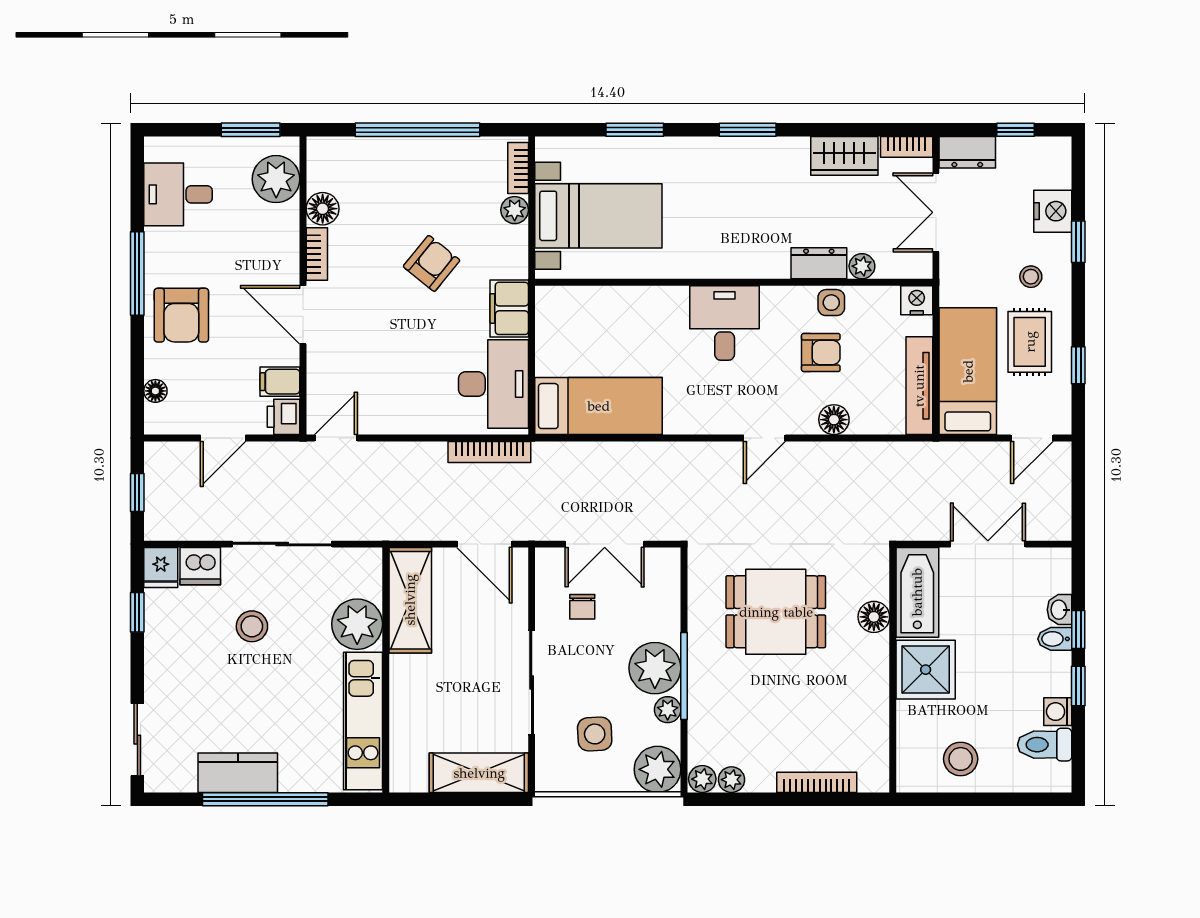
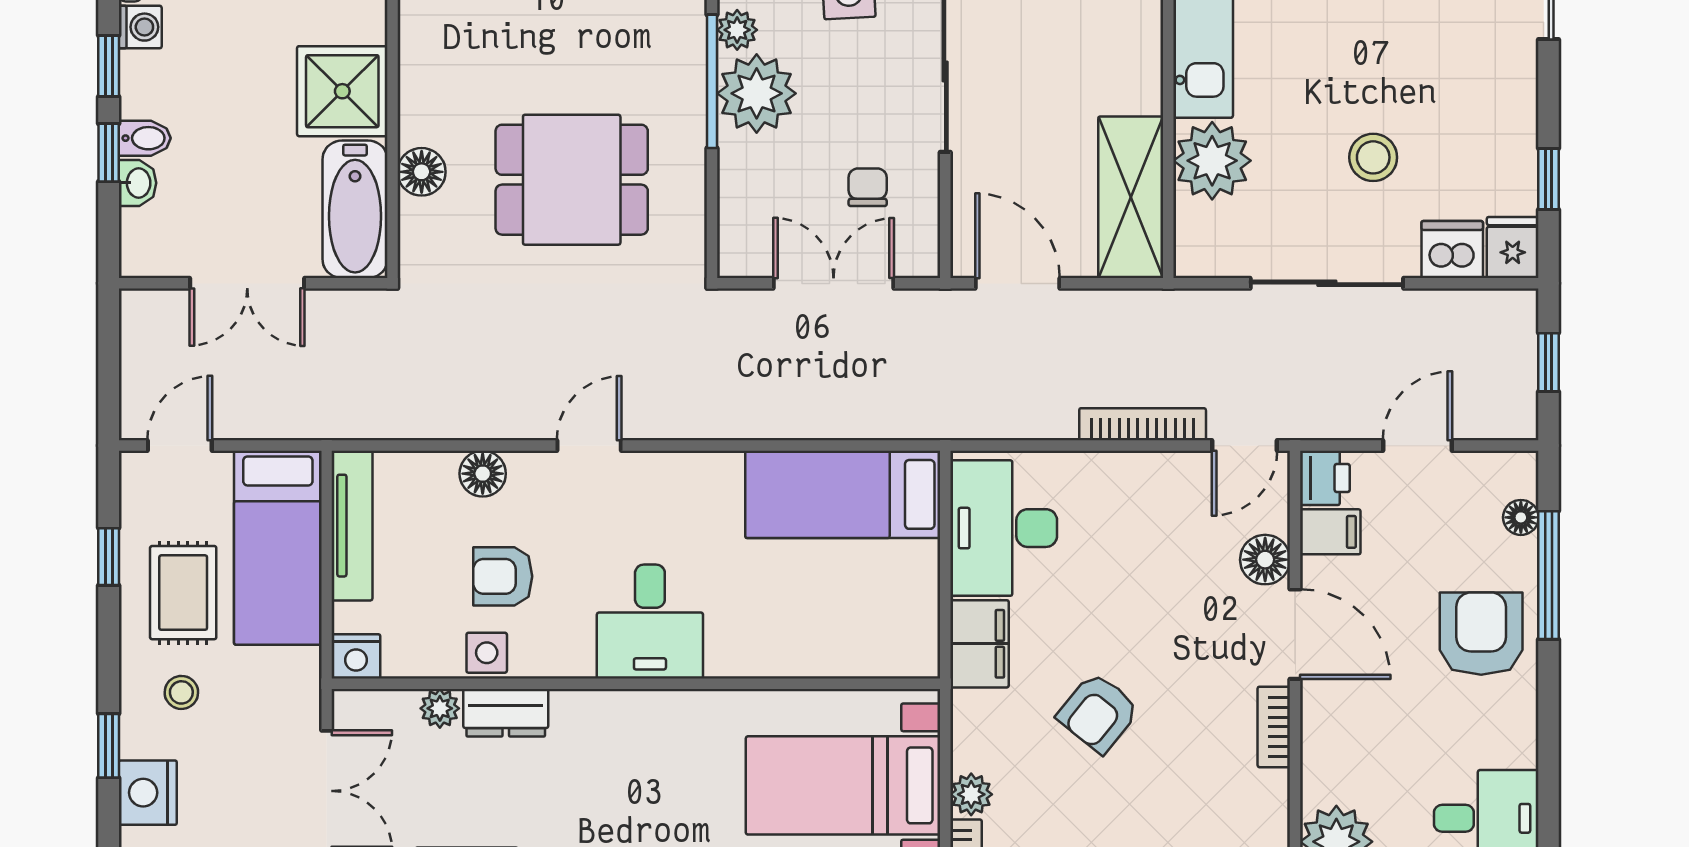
floor lamp: (323, 209) -> (1265, 560), moved
window: (137, 274) -> (1549, 575), moved
bookcase: (489, 452) -> (1143, 424), moved

